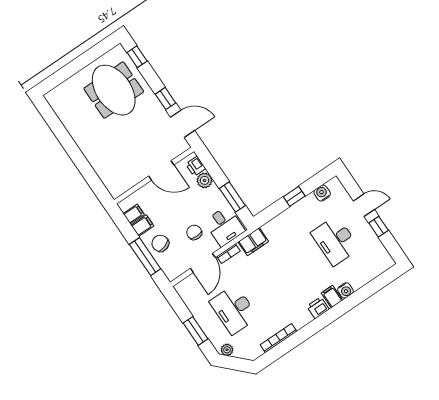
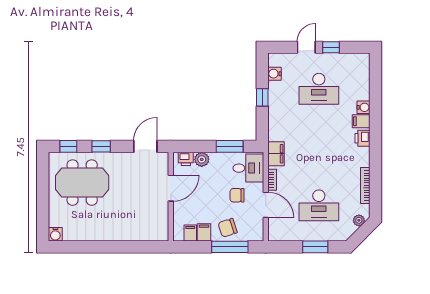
water cooler: (53, 97) -> (55, 234), added
window: (165, 99) -> (101, 146), moved
plant: (227, 350) -> (359, 220), moved

